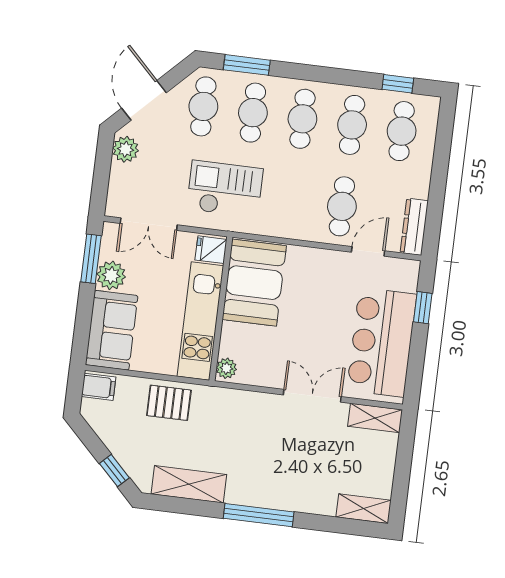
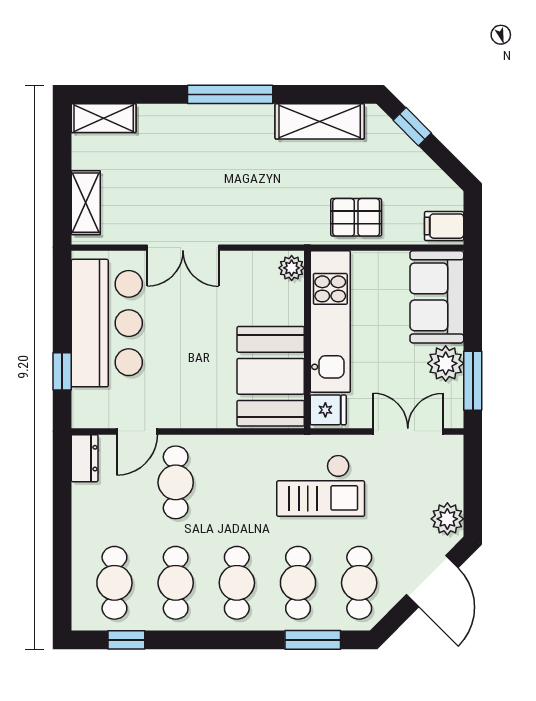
dresser: (414, 227) -> (85, 458), width x0.70
shelving: (375, 418) -> (86, 203), moved, turned 90

